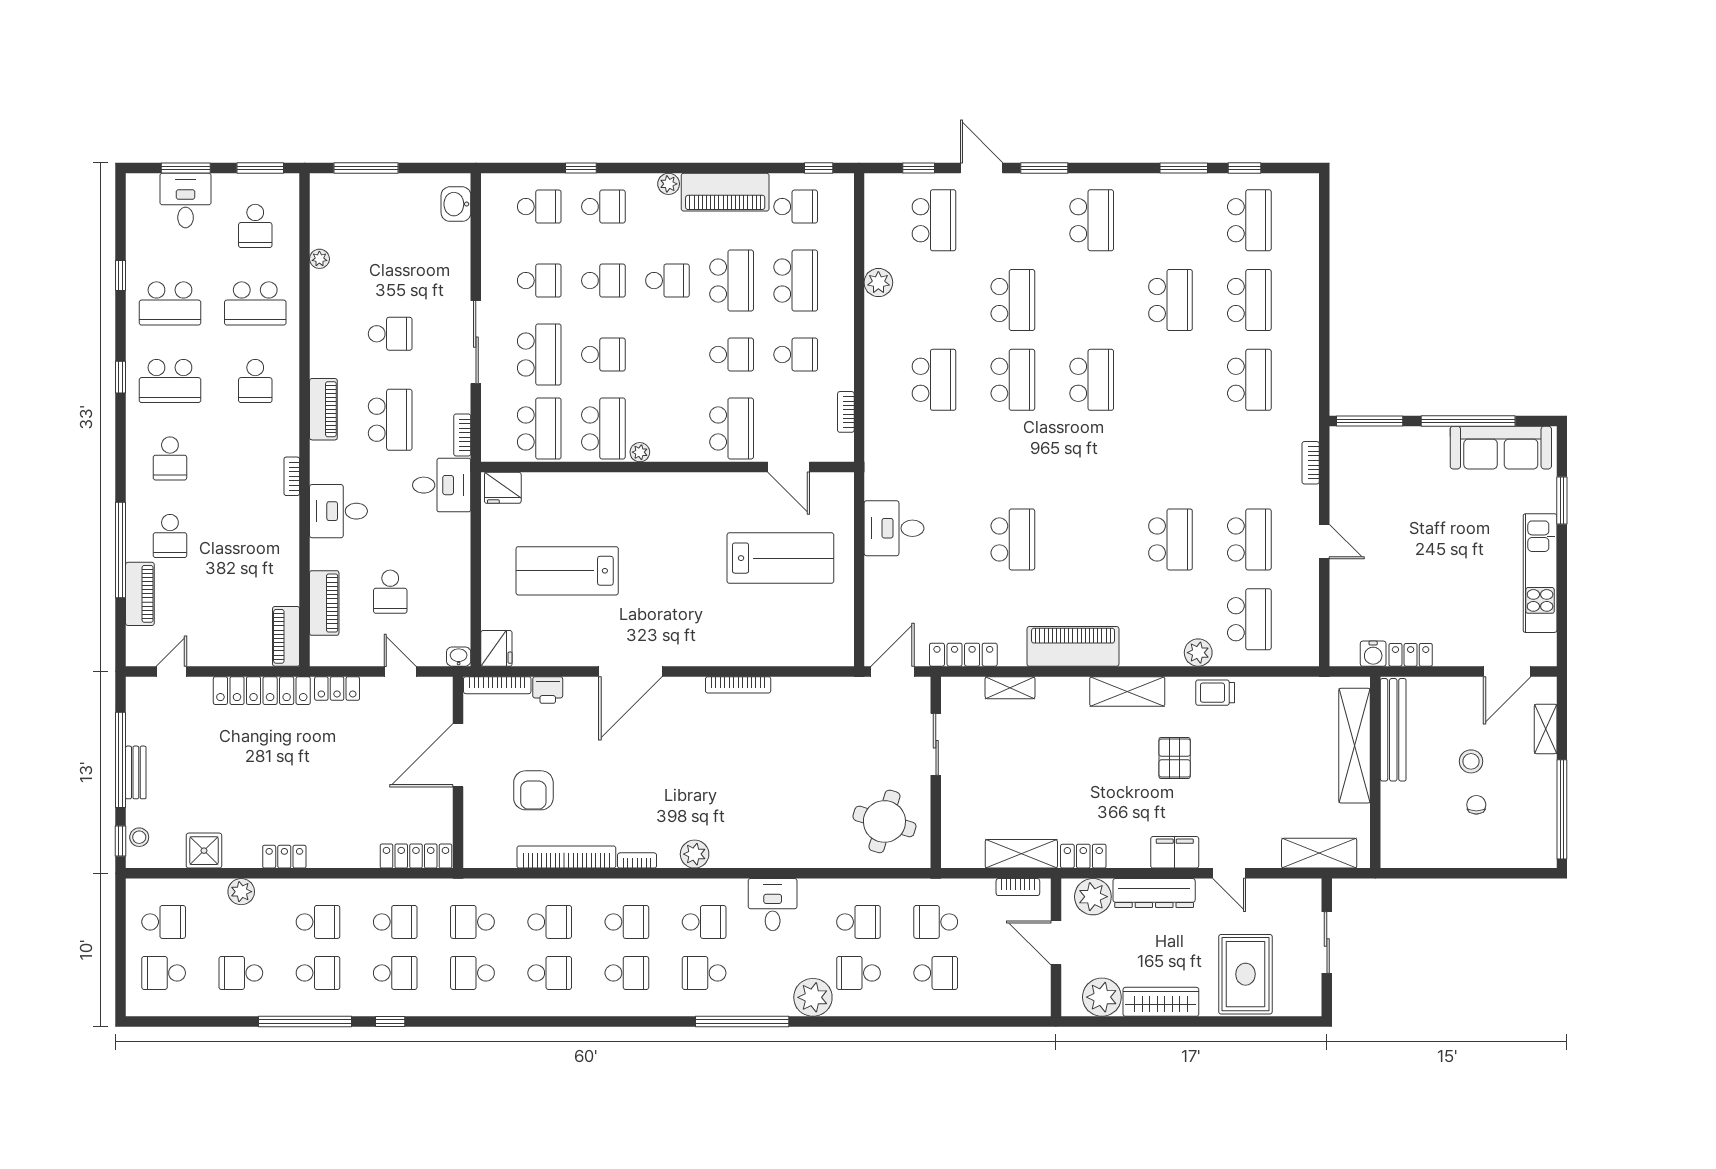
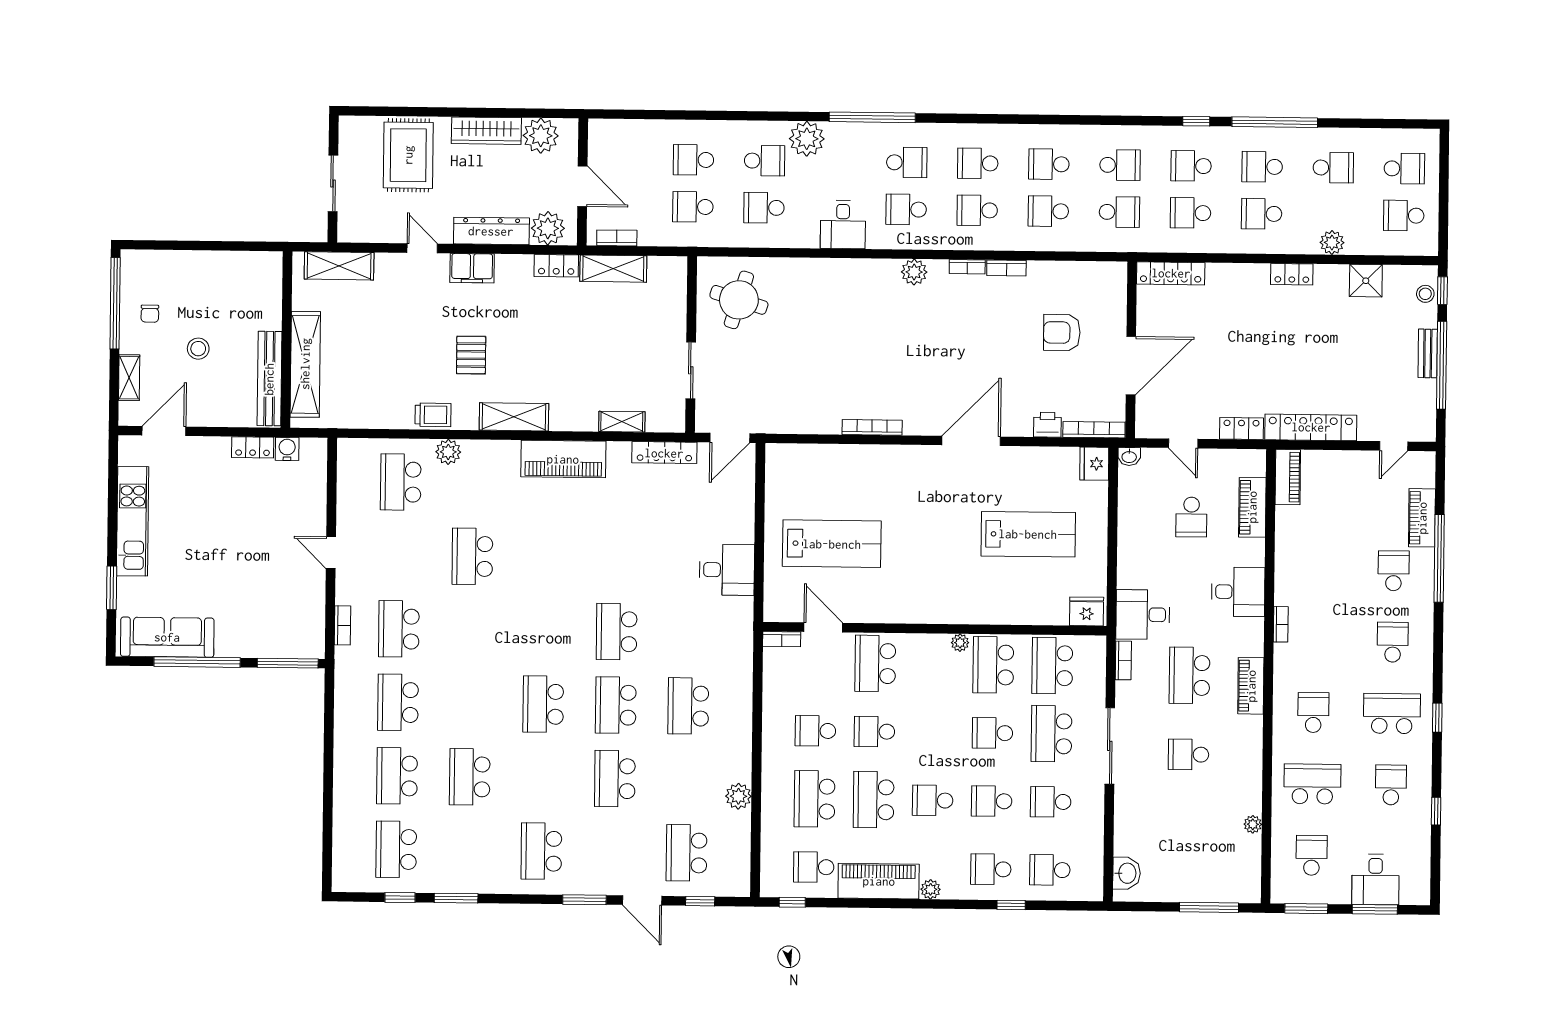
school desk: (170, 303) -> (1391, 785), width x0.54
bookcase: (846, 412) -> (782, 639), moved, turned 90
school desk: (1013, 539) -> (617, 632), moved
school desk: (1249, 539) -> (399, 629), moved
lab bench: (780, 558) -> (832, 544), turned 180
school desk: (390, 592) -> (1191, 517), turned 180
armchair: (533, 790) -> (1062, 333), turned -90
chair: (1476, 805) -> (150, 314), moved
bookcase: (566, 857) -> (1006, 268), width x0.43, depth x0.76
school desk: (936, 922) -> (693, 207), turned 180

